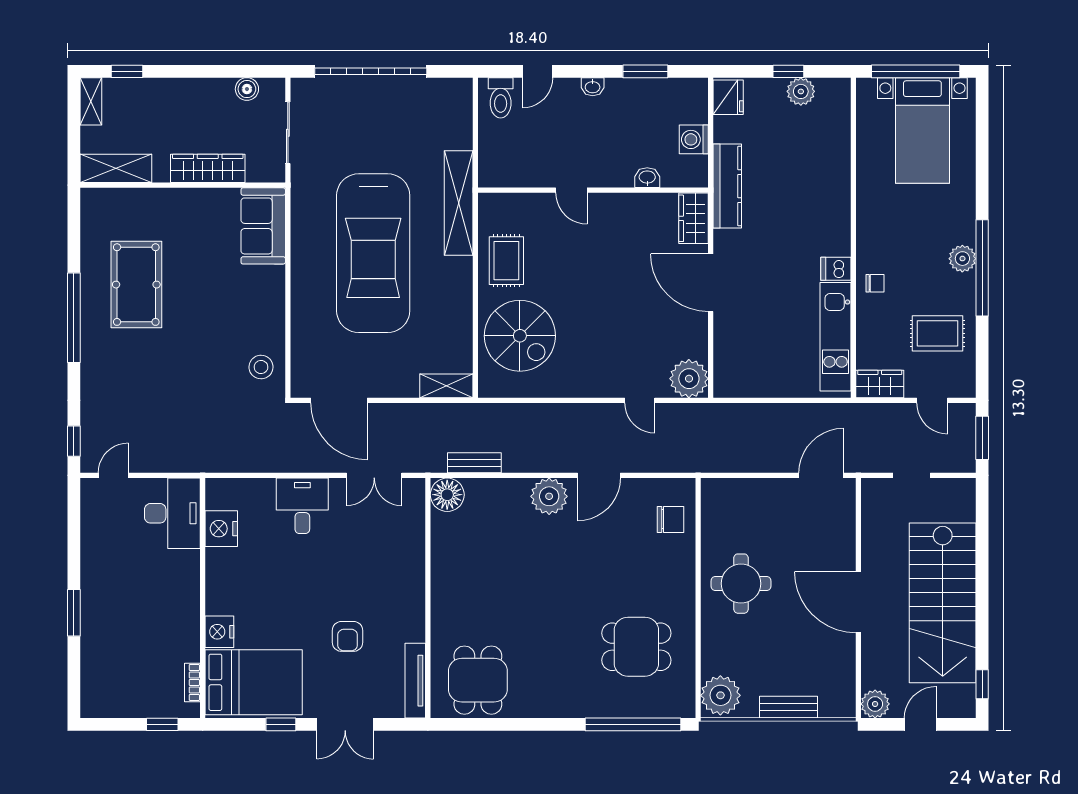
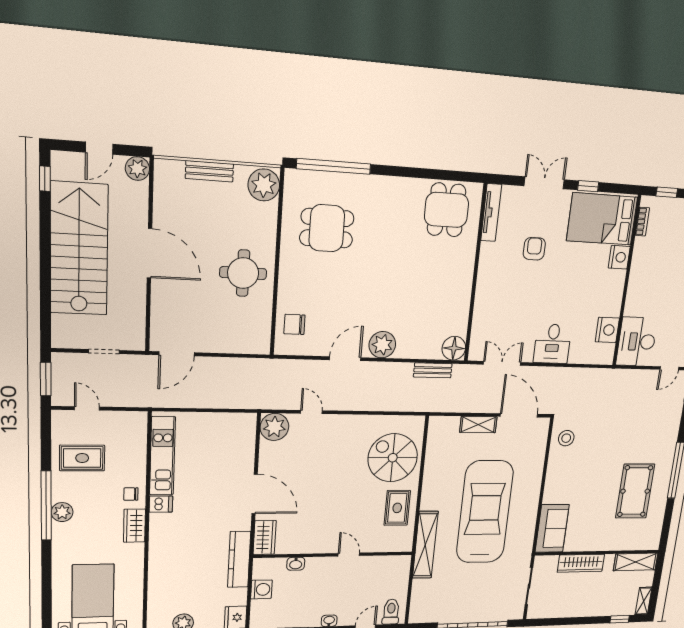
boiler: (247, 89) -> (550, 611), removed
wardrobe: (880, 384) -> (134, 526), moved, turned 90
shelving: (446, 386) -> (478, 424), moved

